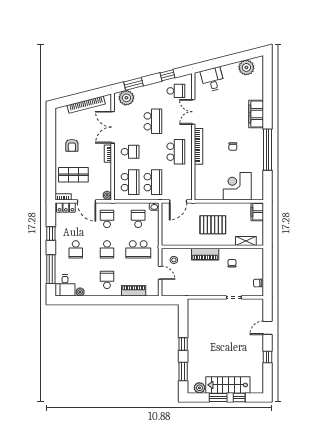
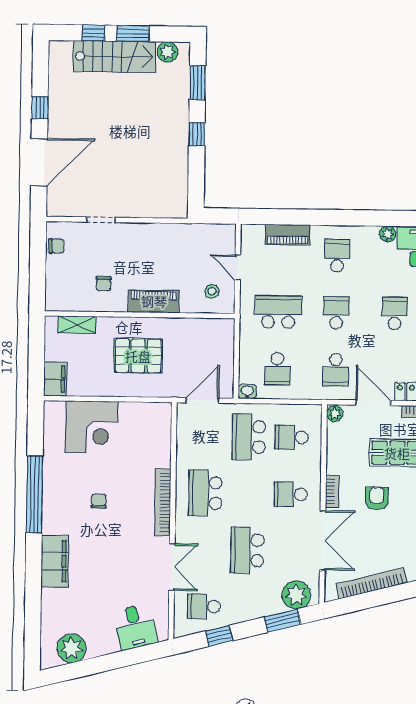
armchair: (72, 145) -> (377, 498), moved
school desk: (130, 182) -> (292, 437), width x0.54
school desk: (107, 280) -> (337, 256), turned 180
door: (267, 328) -> (39, 162), width x1.87

